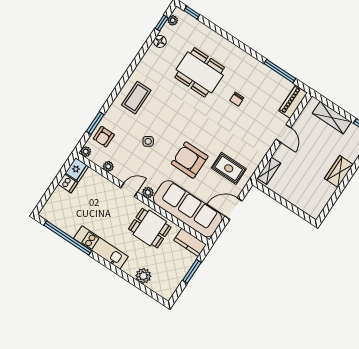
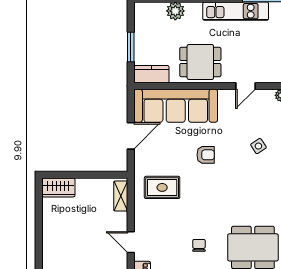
armchair: (190, 160) -> (206, 155), width x0.53, depth x0.53
rug: (229, 168) -> (162, 187), moved
wardrobe: (339, 172) -> (58, 187), moved, turned 90
plant: (148, 192) -> (225, 96), removed

